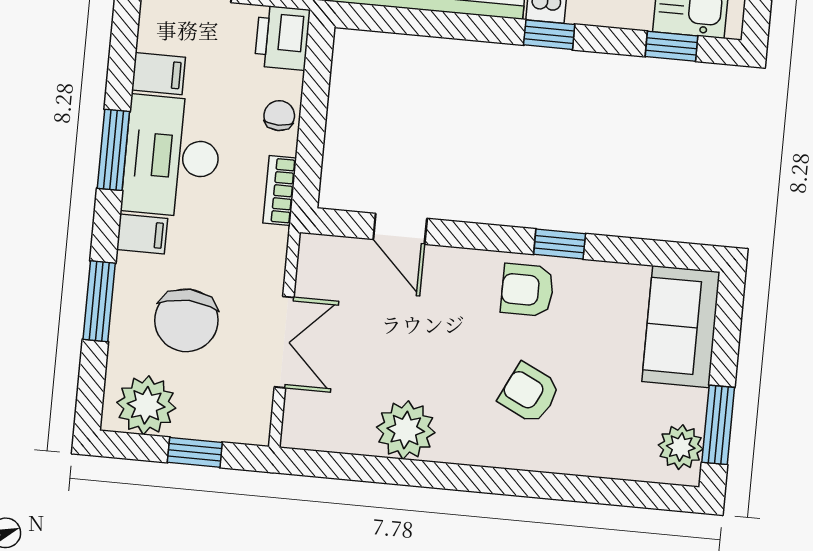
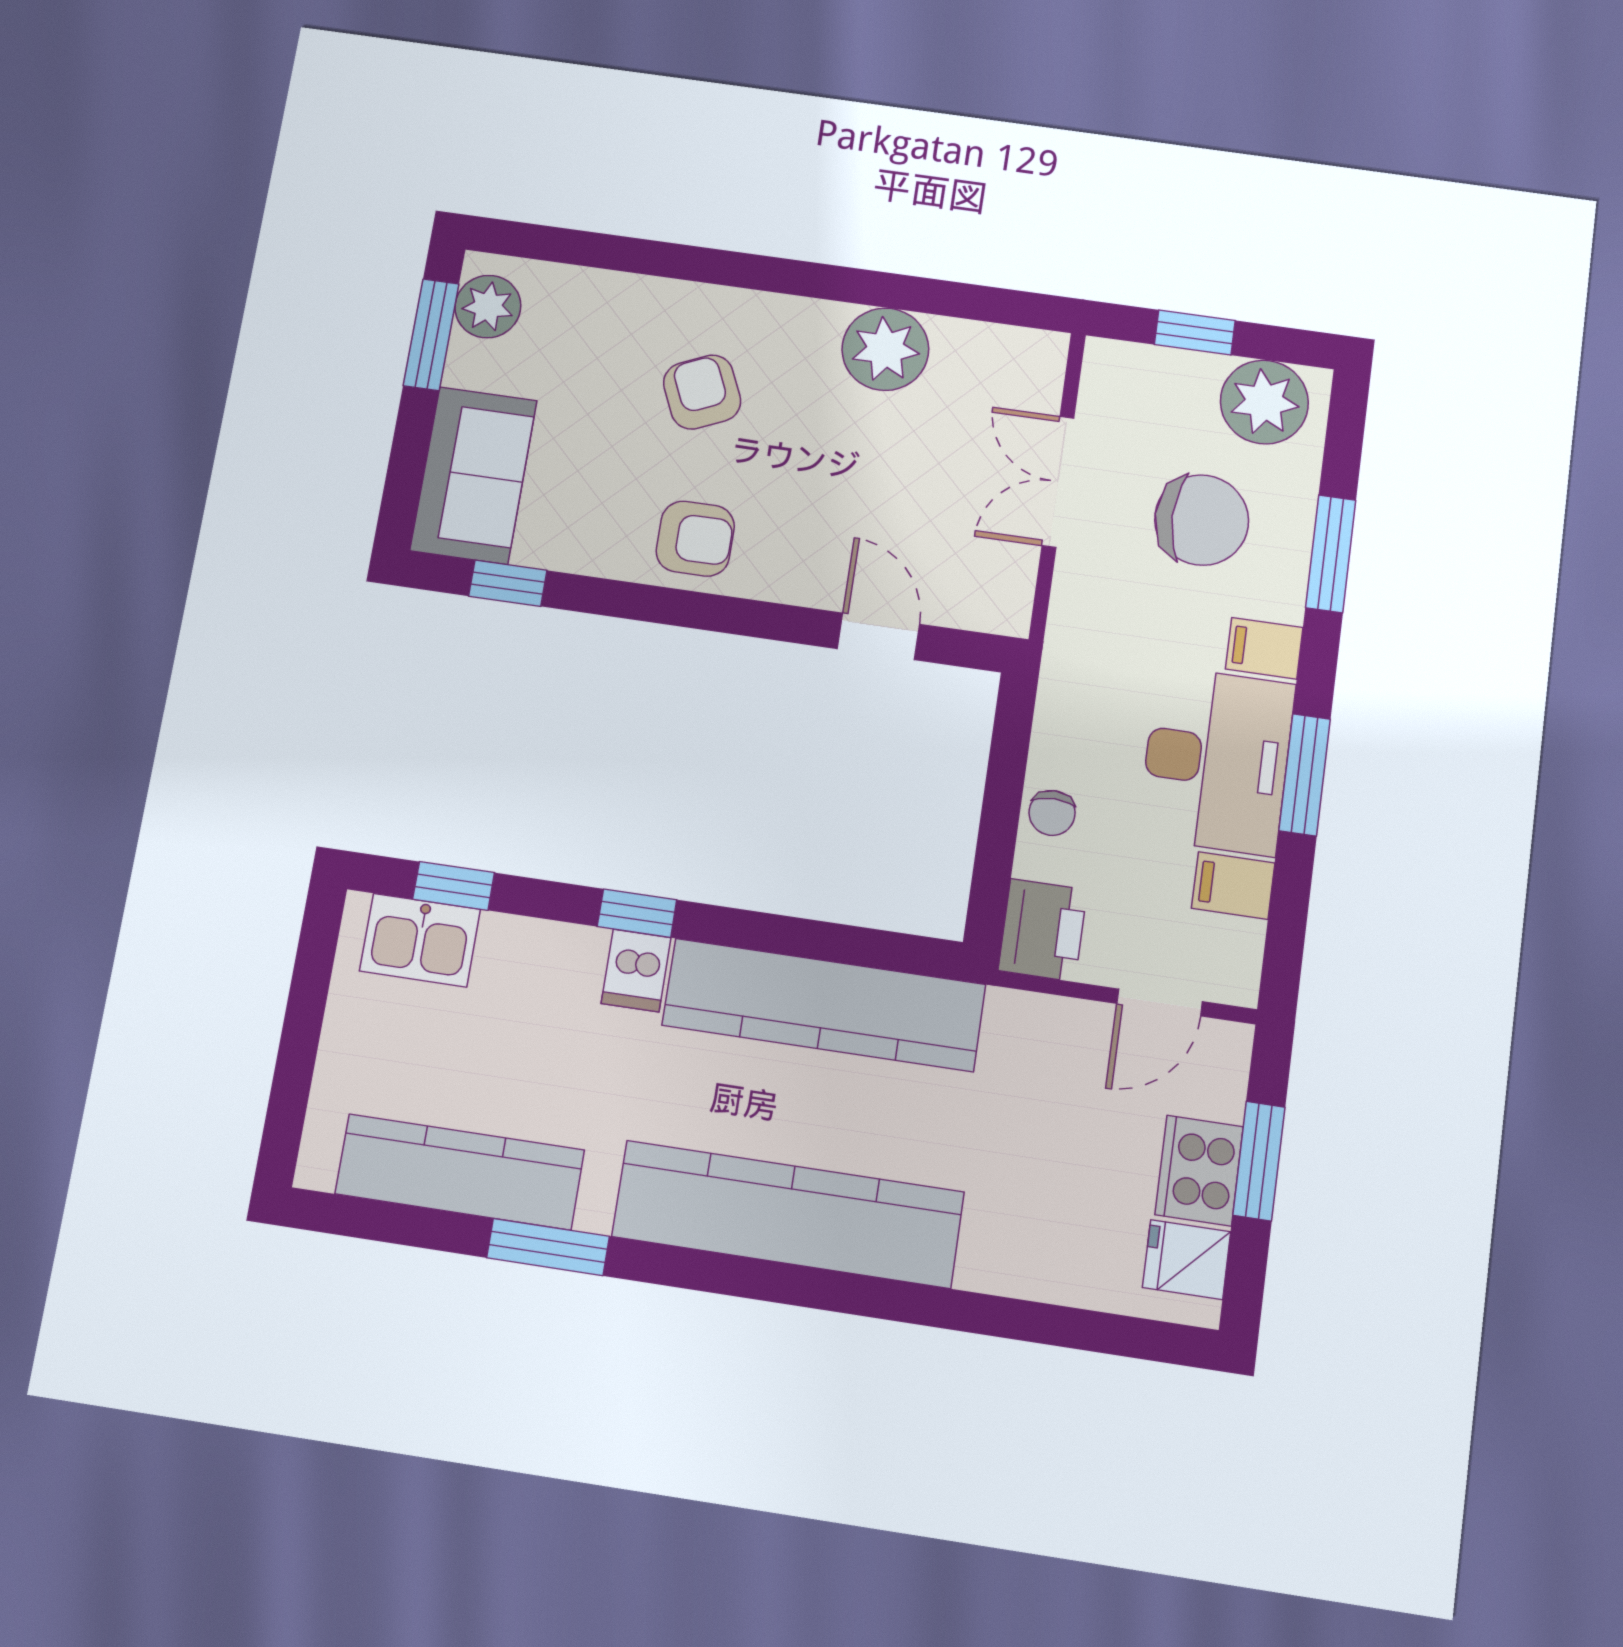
bookcase: (280, 191) -> (1056, 702), removed
window: (560, 244) -> (508, 583), moved
chair: (186, 320) -> (1202, 520), turned 88
armchair: (529, 393) -> (702, 392), turned -140

